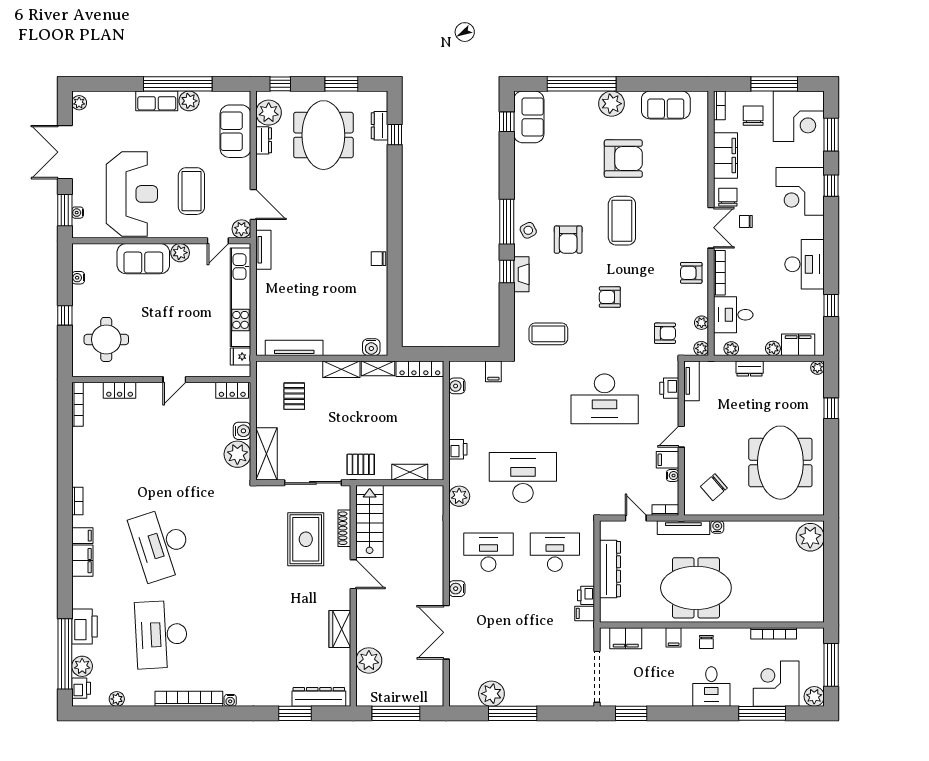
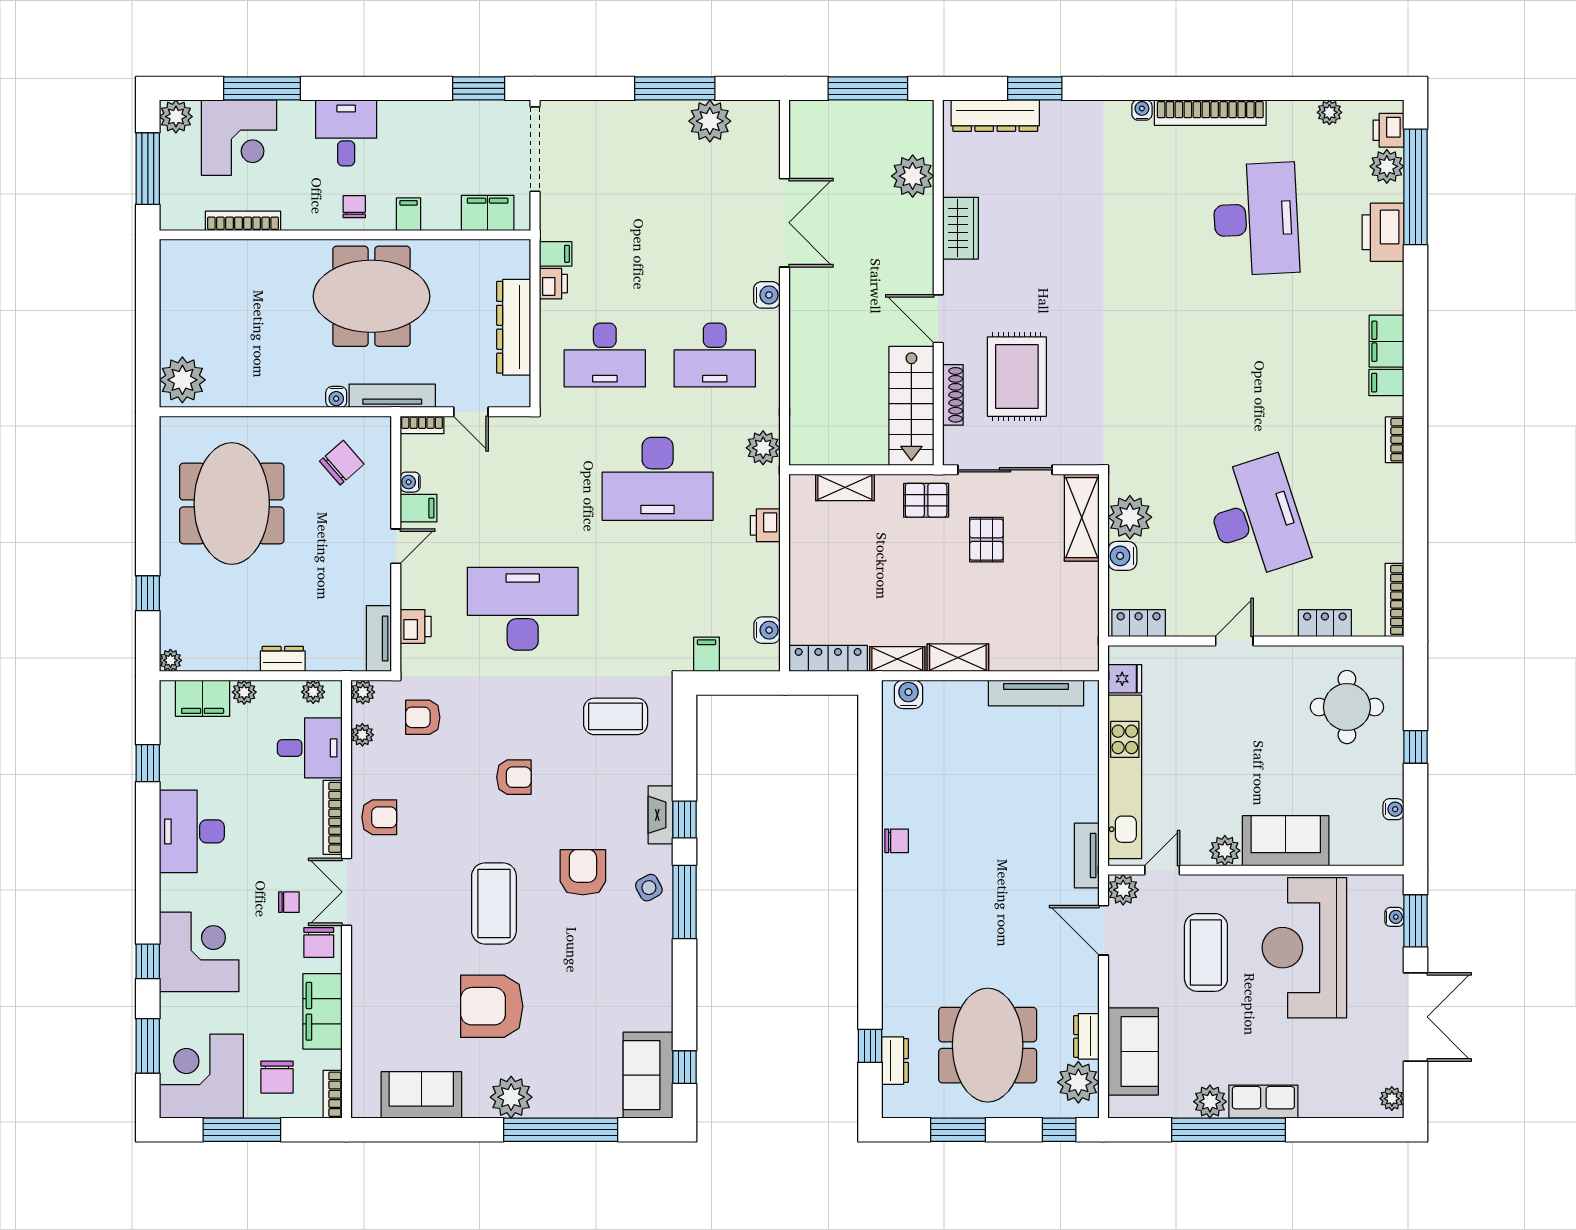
pallet: (294, 396) -> (986, 540), moved
desk: (161, 544) -> (1256, 518), moved

